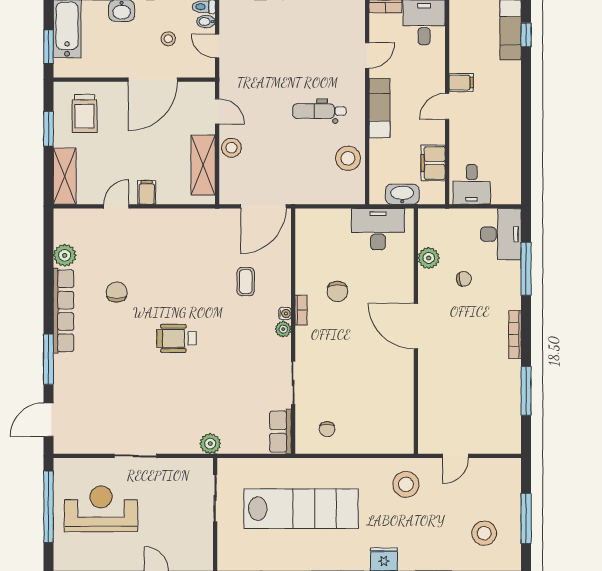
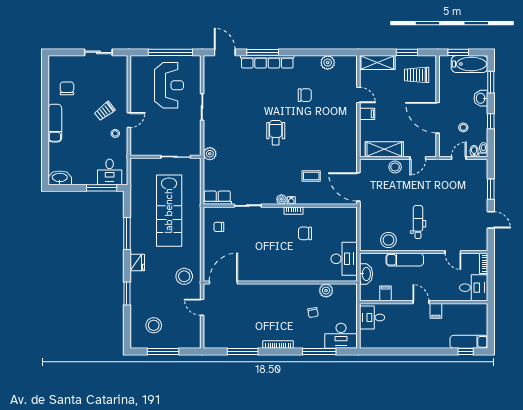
exam couch: (380, 108) -> (405, 260), moved
filing cabinet: (433, 163) -> (385, 293), width x0.50
row of seats: (63, 311) -> (267, 62), moved
door: (416, 326) -> (223, 283), moved

